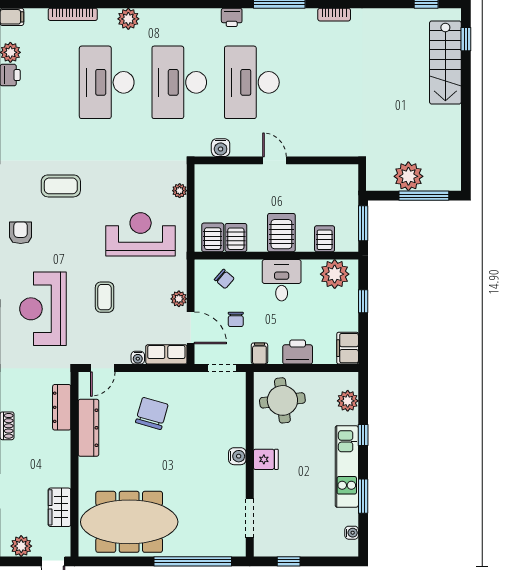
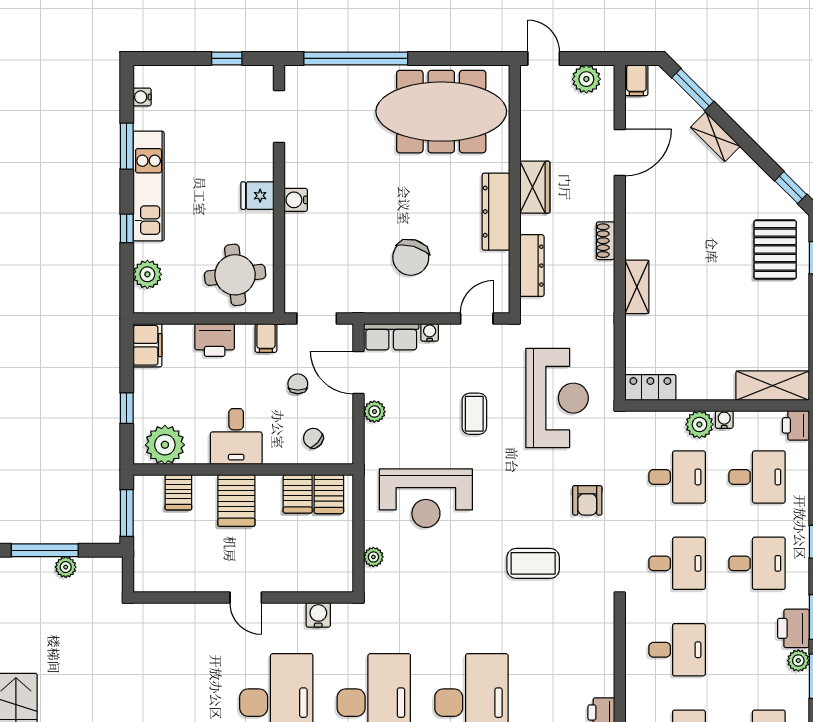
plant: (408, 176) -> (66, 567), width x0.53, depth x0.53
dresser: (89, 428) -> (496, 212), moved
wardrobe: (60, 507) -> (535, 187), moved

